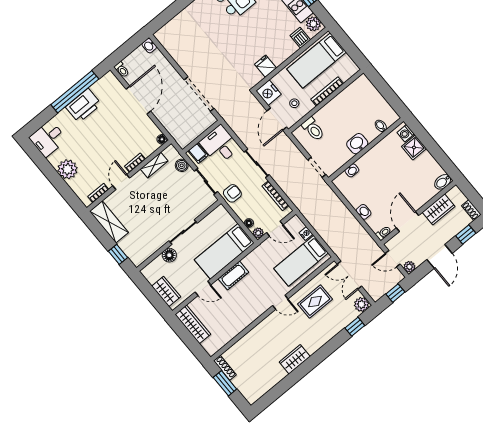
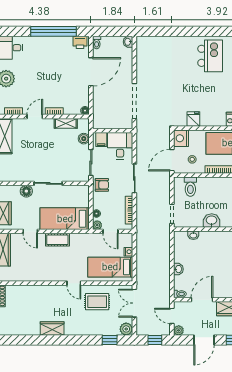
printer: (83, 106) -> (80, 42), moved, width x0.53, depth x0.68

